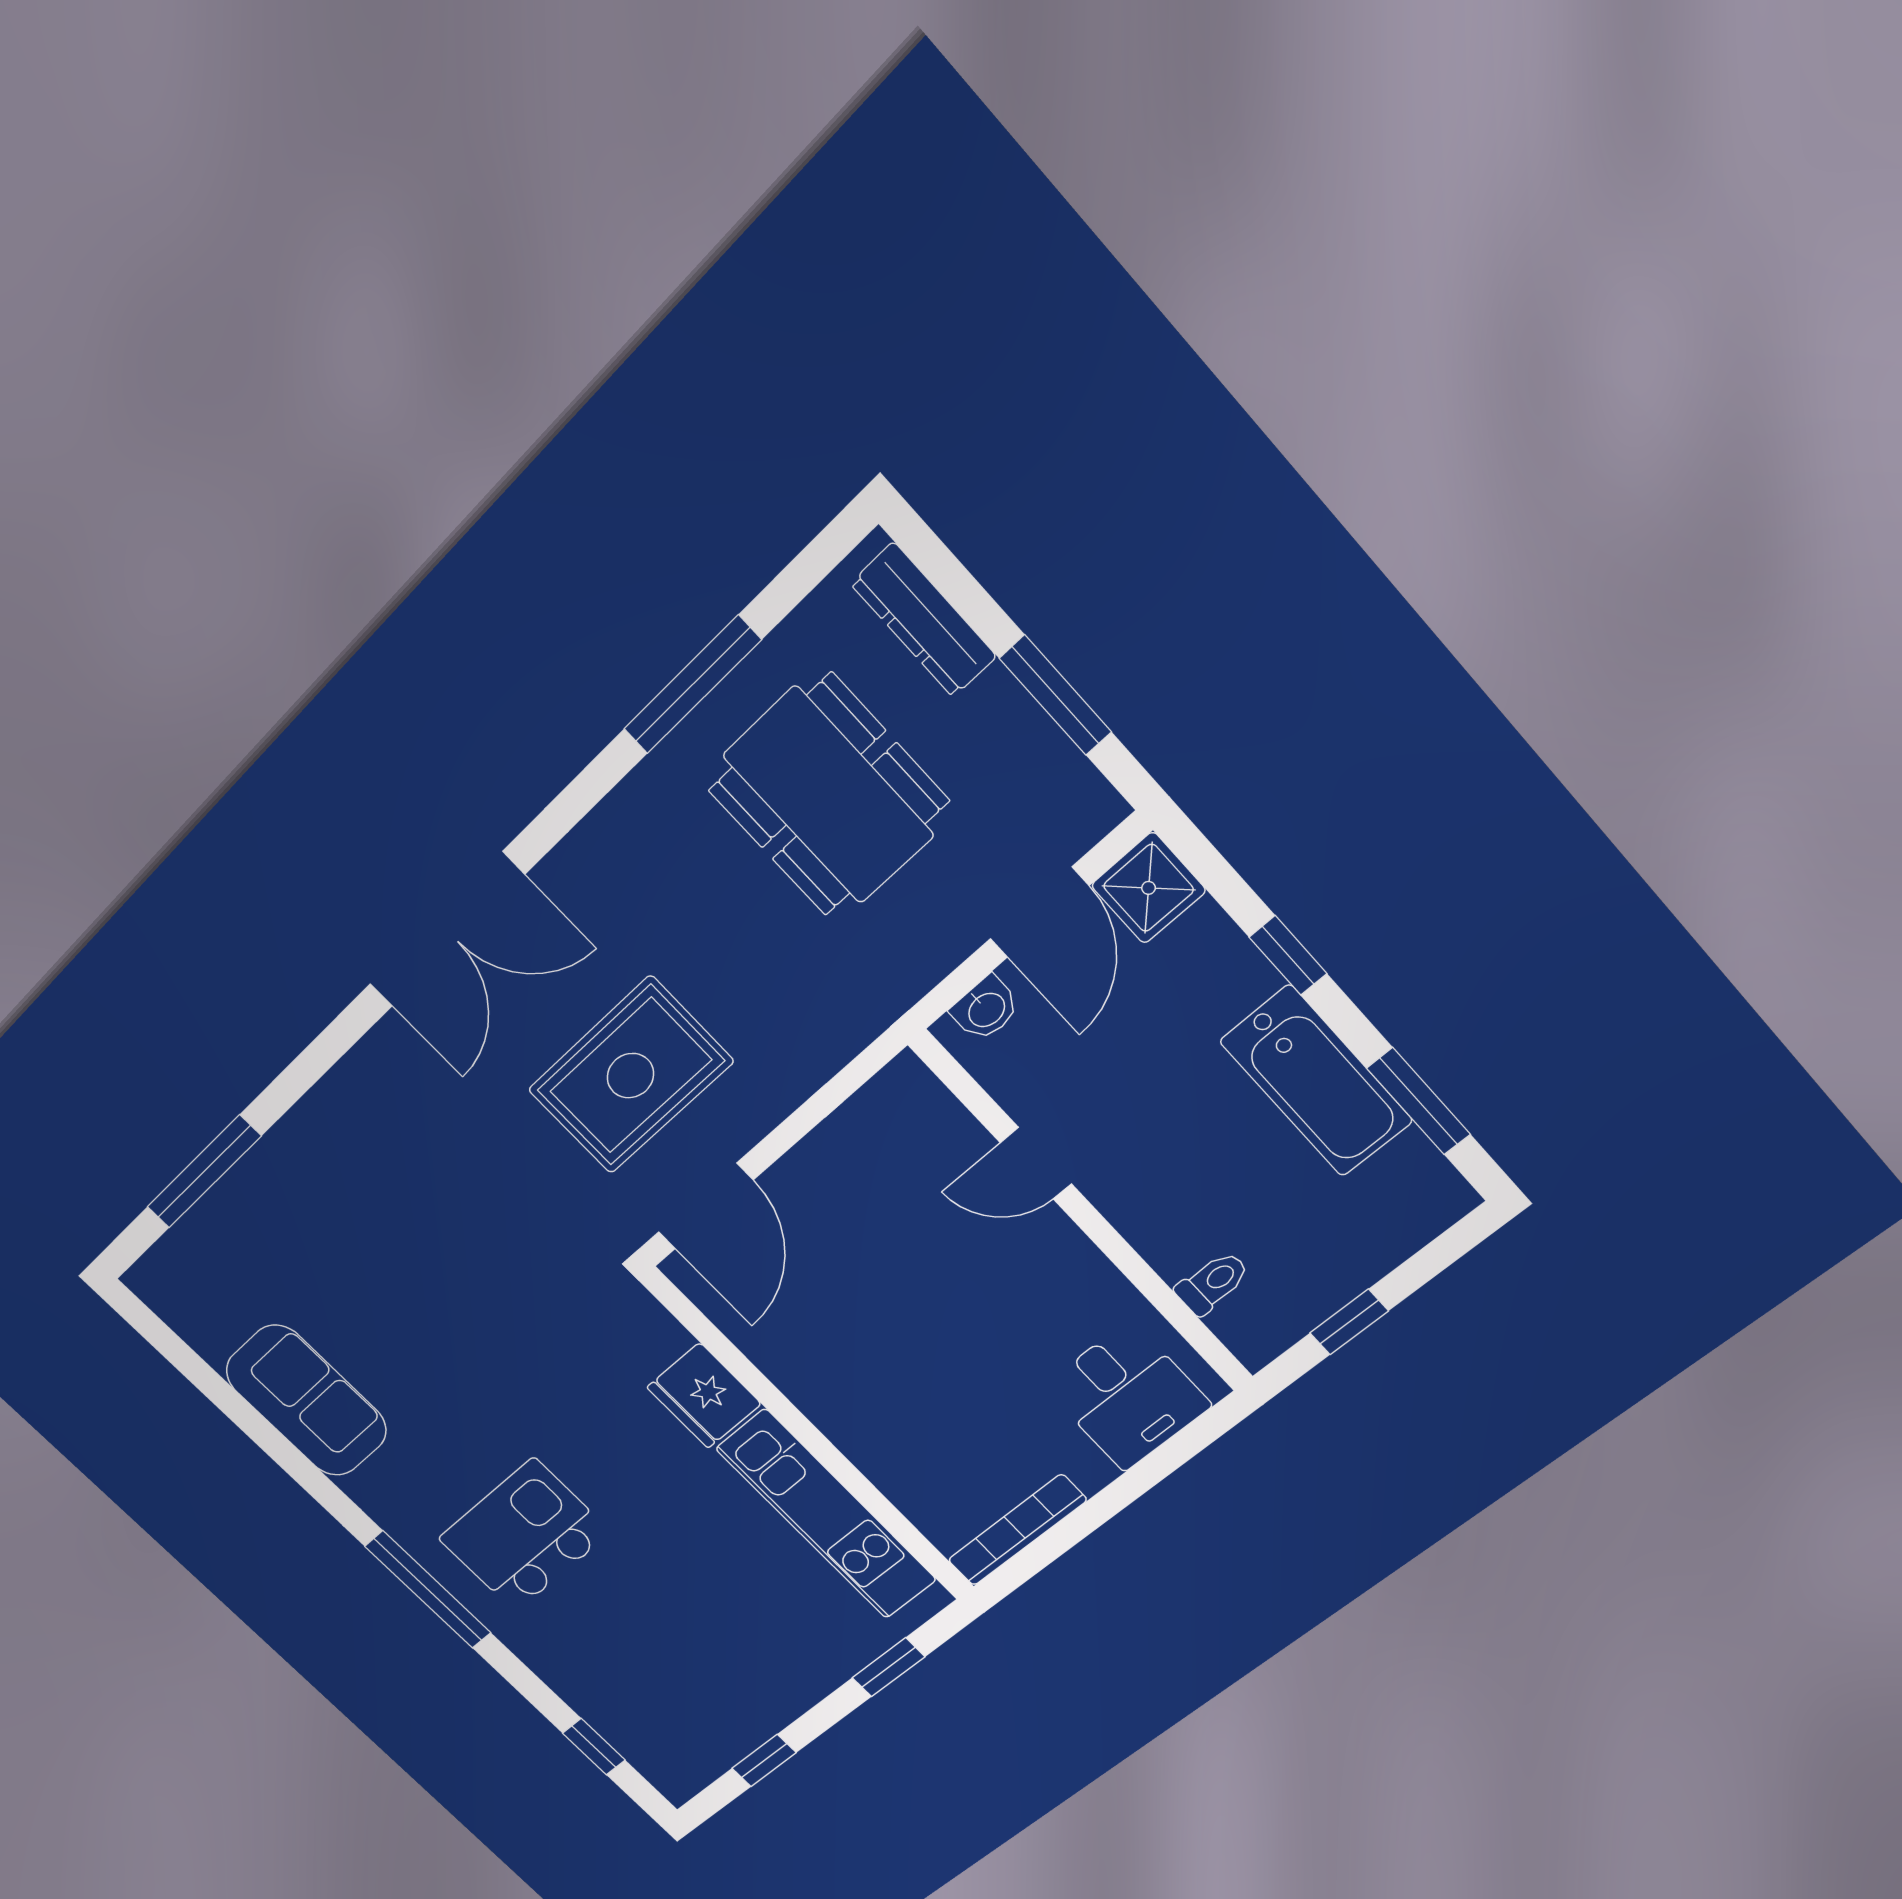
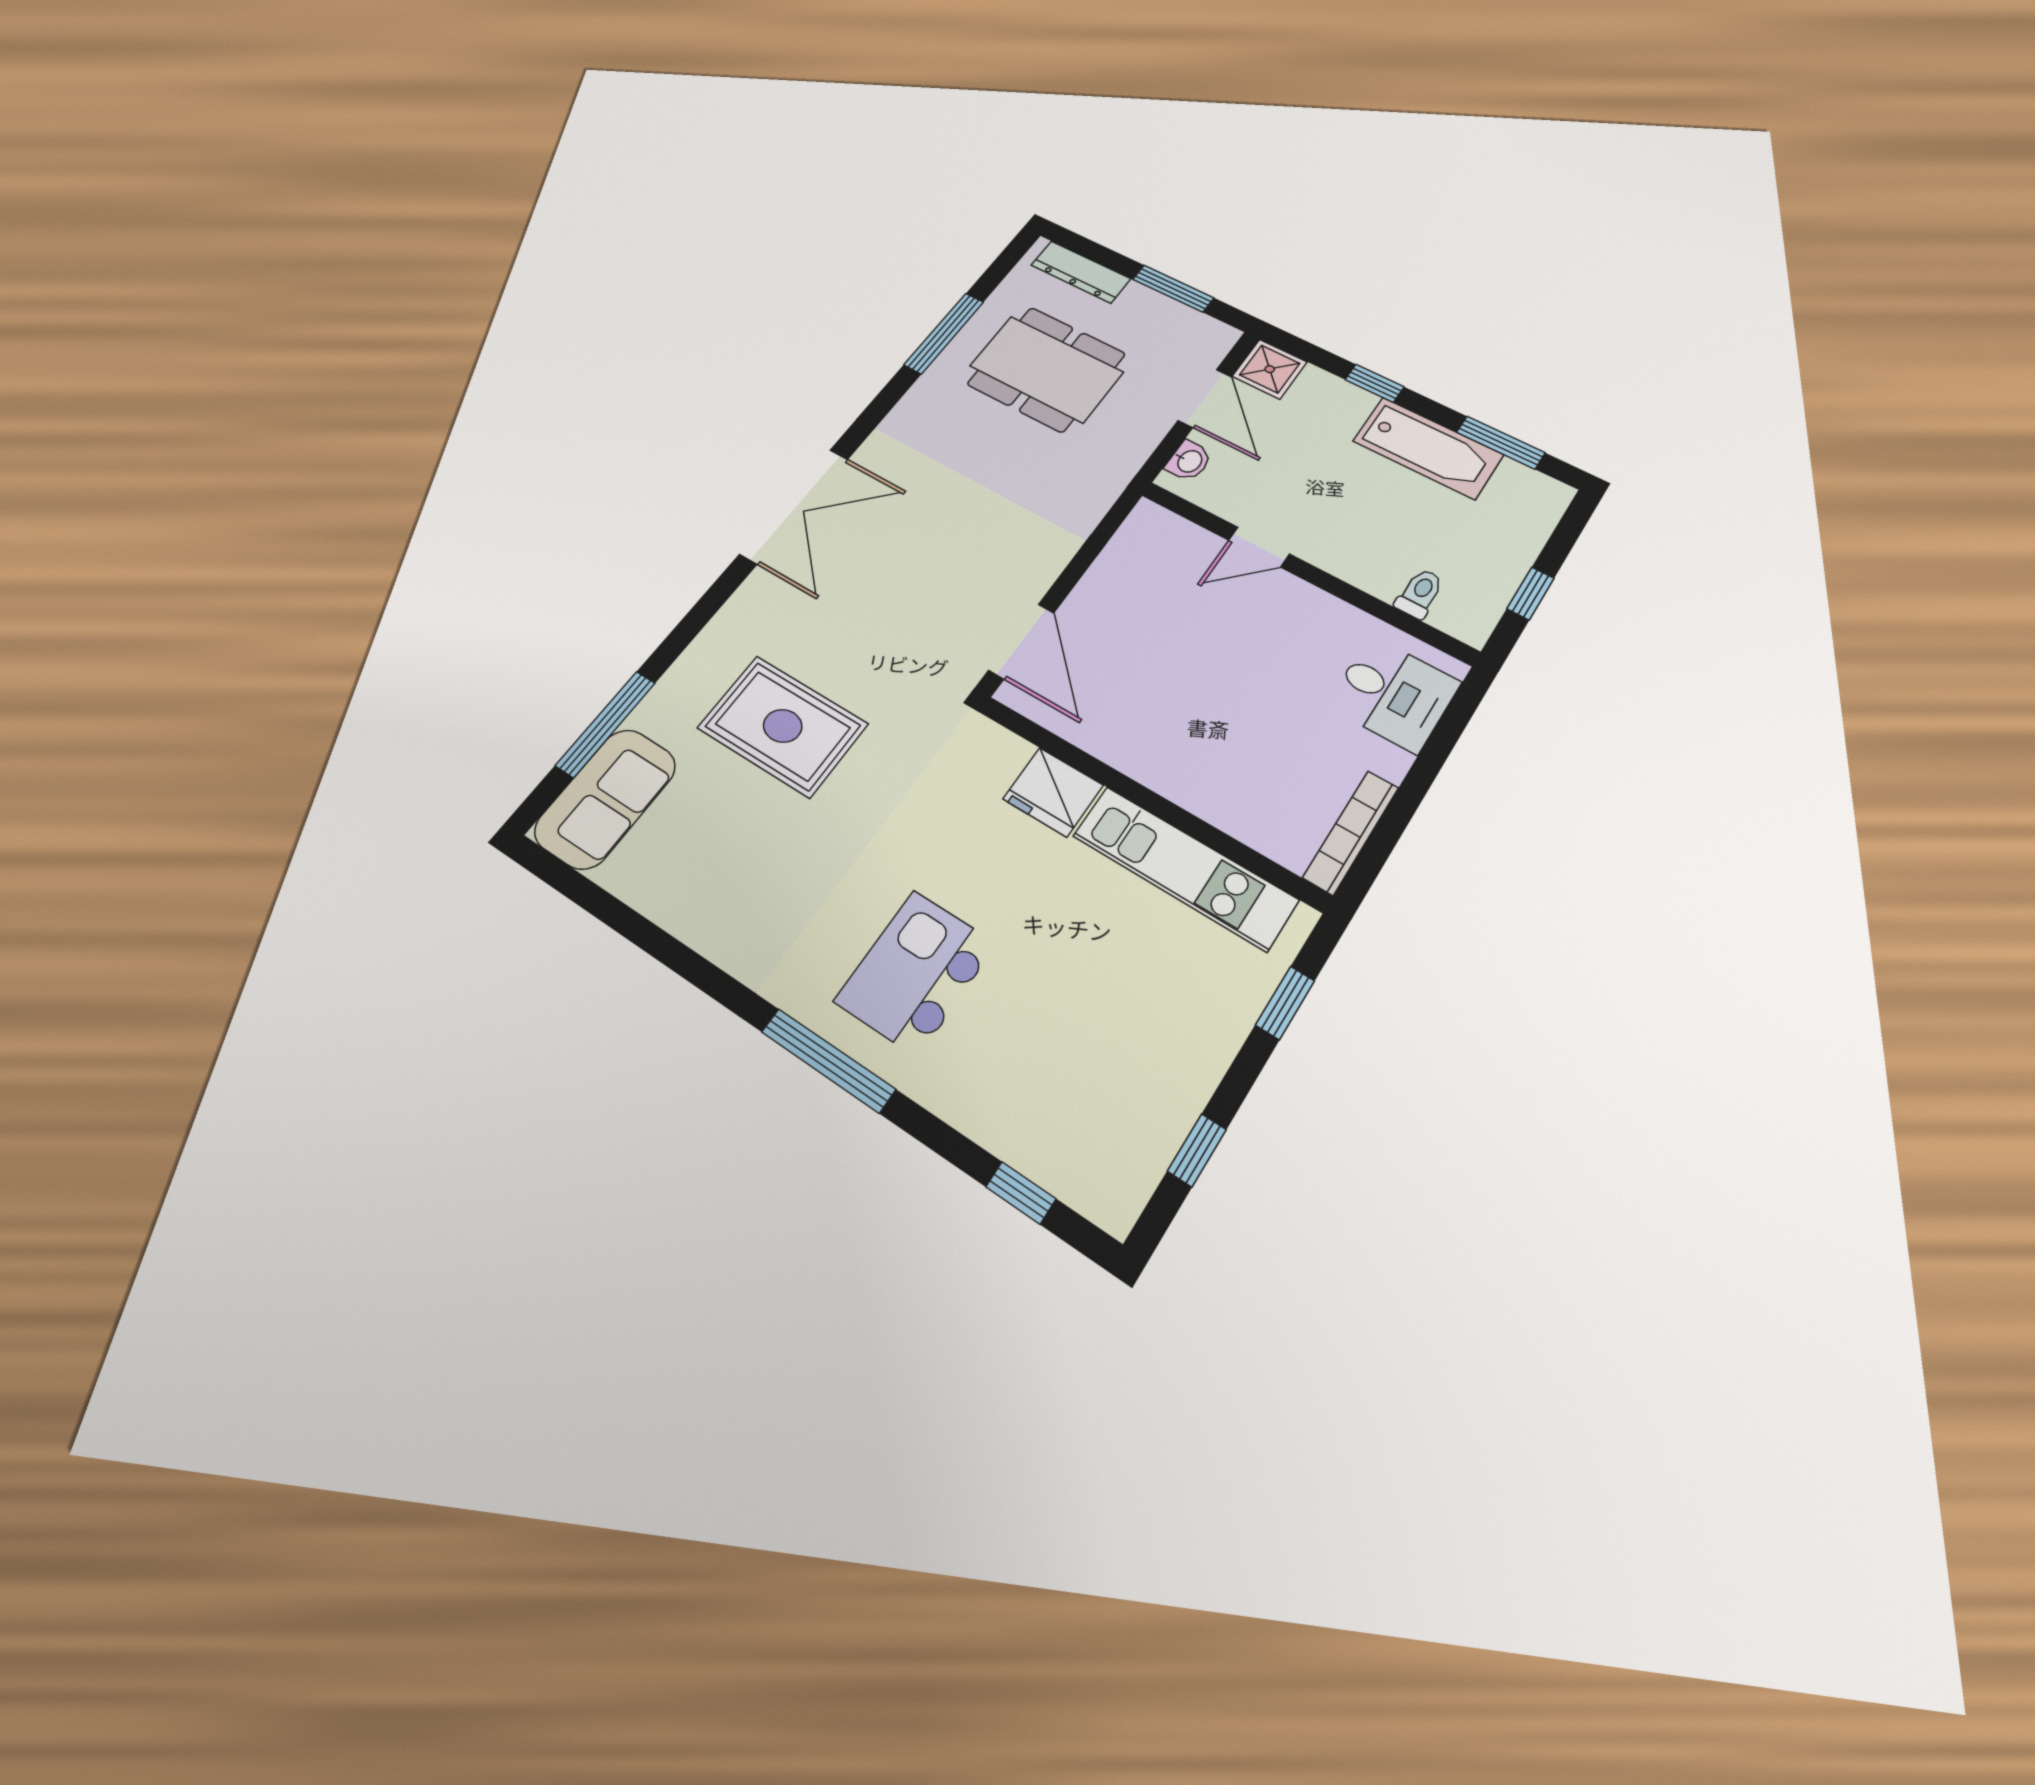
rug: (630, 1076) -> (783, 726), moved, turned 90
sofa: (306, 1401) -> (605, 798), moved, turned 90

